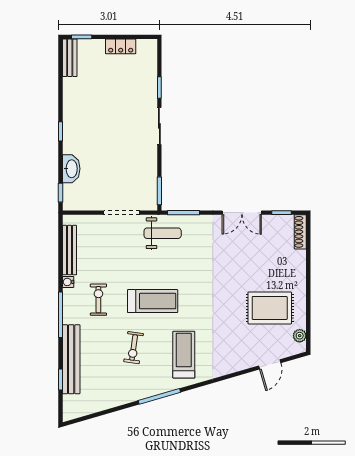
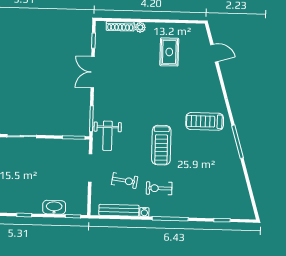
double door: (242, 213) -> (93, 72), swing flipped
shoe rack: (300, 232) -> (120, 26), moved
weight bench: (163, 233) -> (107, 136), turned 180
treadmill: (153, 301) -> (161, 145), turned 180
rug: (270, 308) -> (169, 52), width x0.73, depth x0.70
plant: (300, 336) -> (140, 27), moved
exercise bike: (134, 348) -> (125, 181), moved
bench: (71, 359) -> (206, 211), removed

